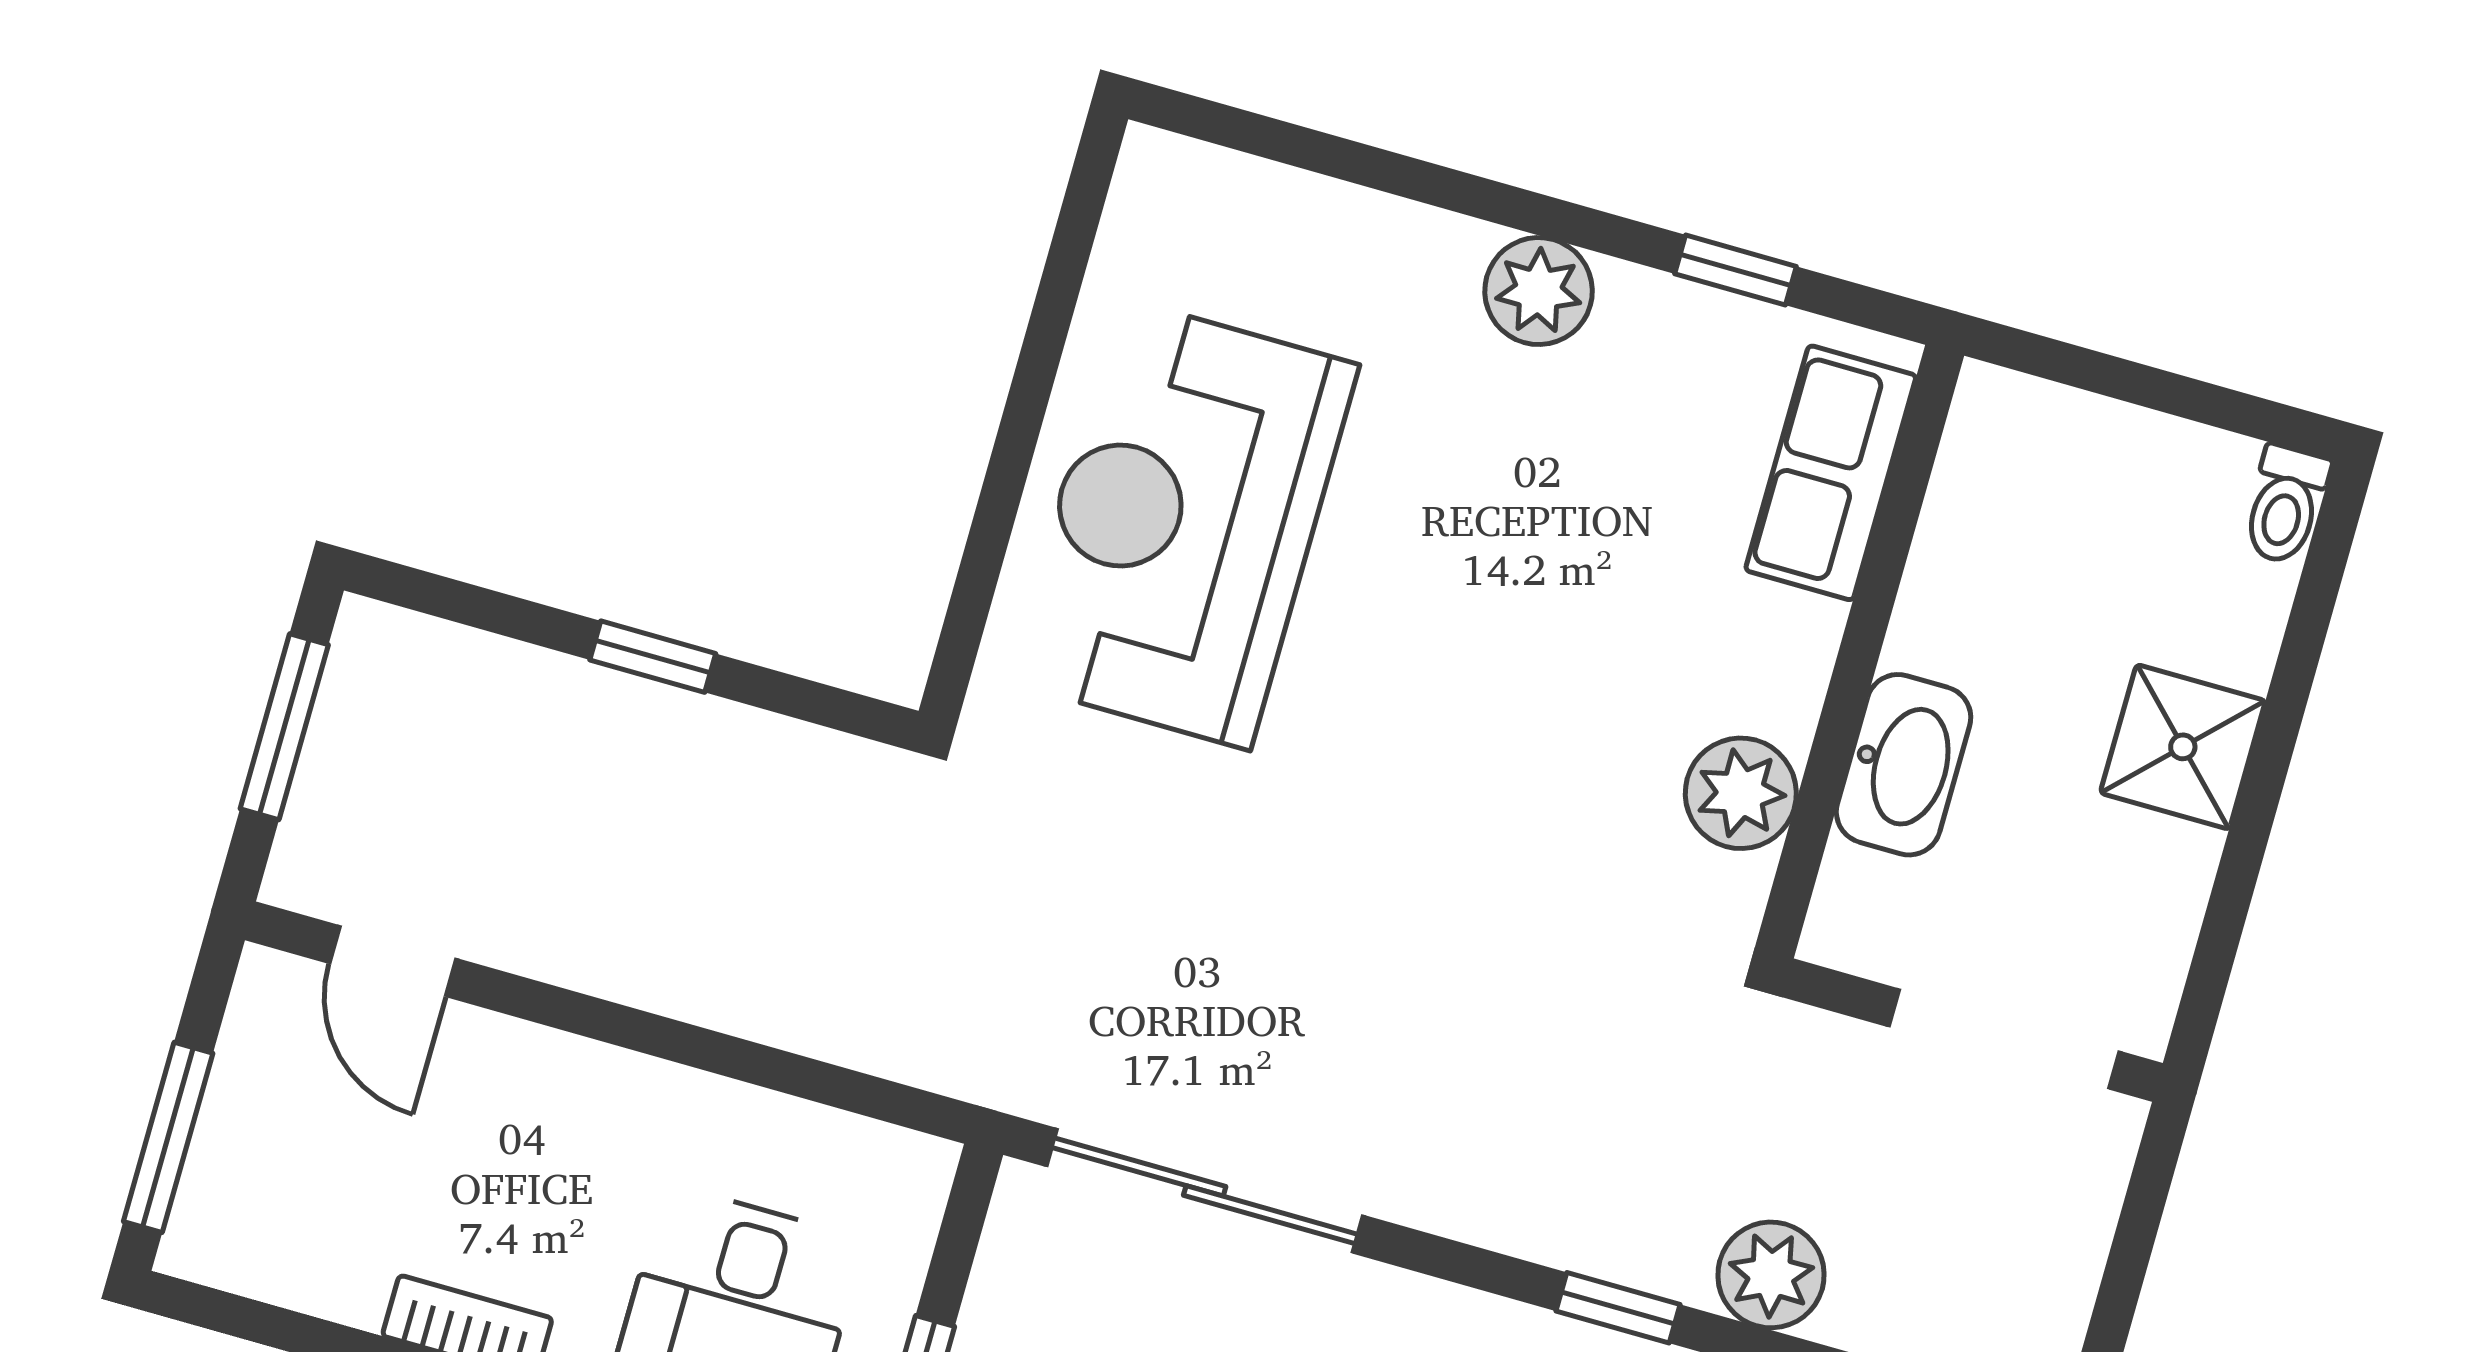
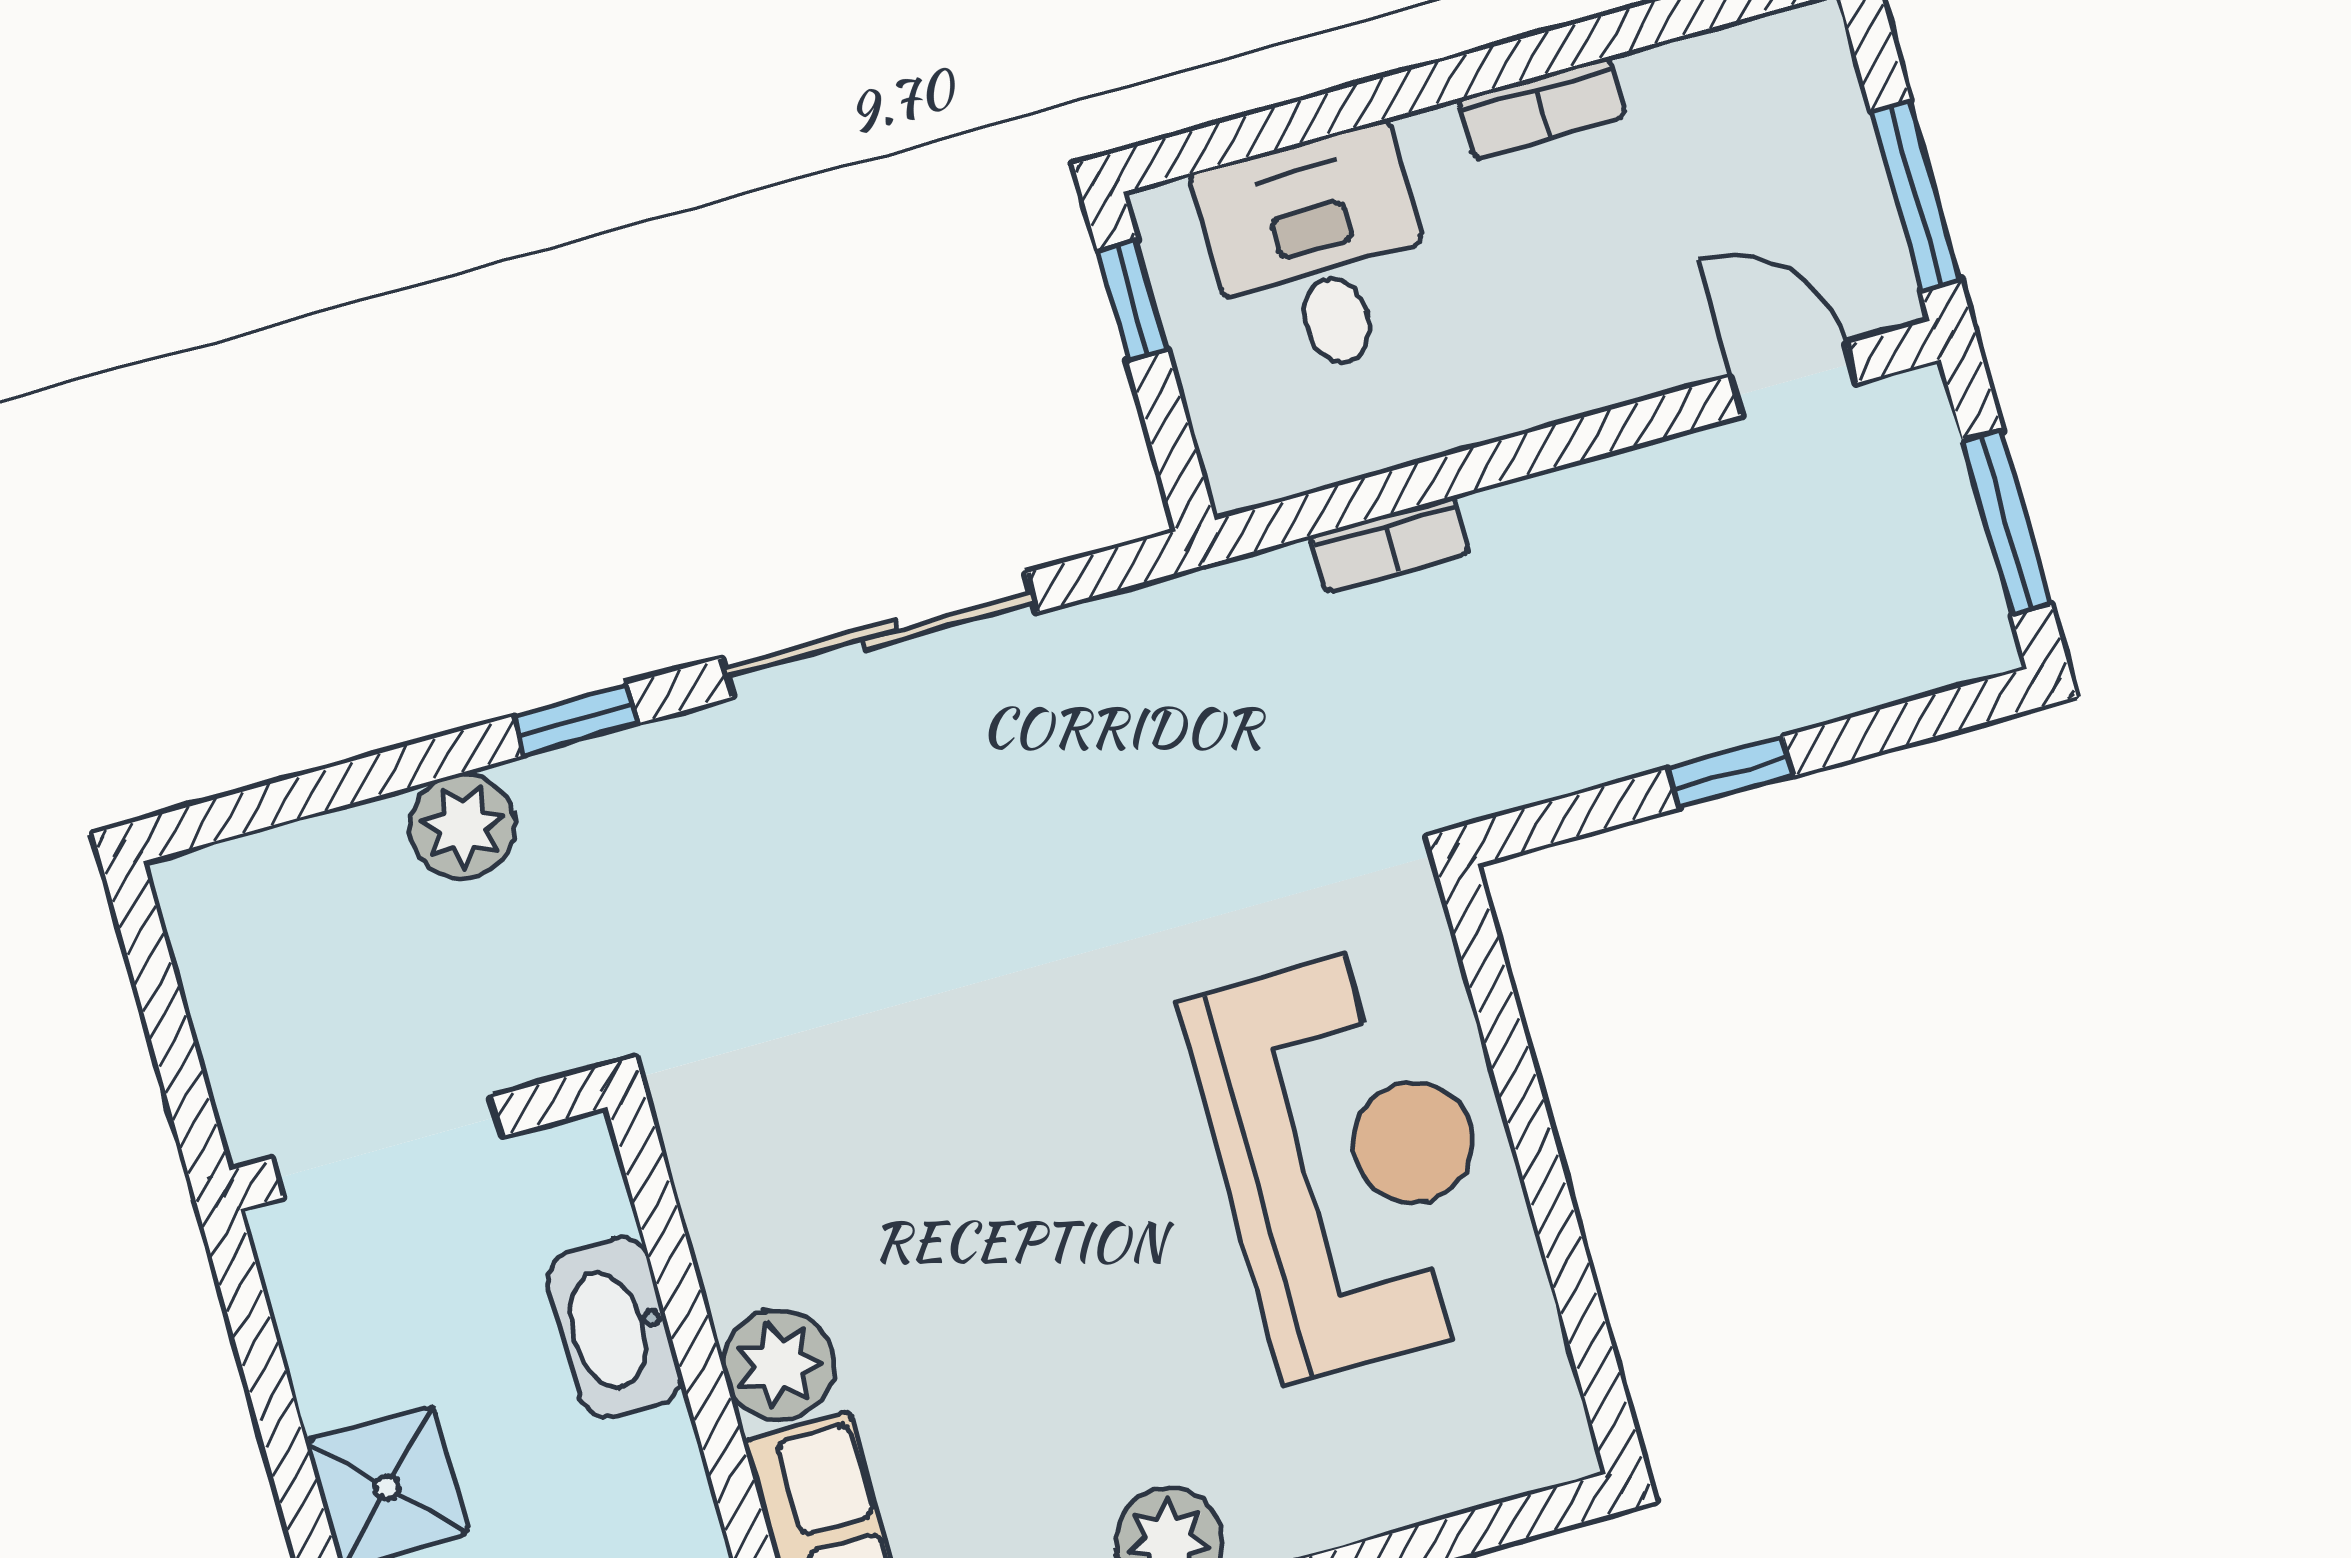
plant: (1741, 793) -> (778, 1365), moved
bookcase: (826, 1031) -> (1390, 544), added
window: (168, 1137) -> (1916, 196), moved
sliding door: (1205, 1191) -> (879, 635), moved

